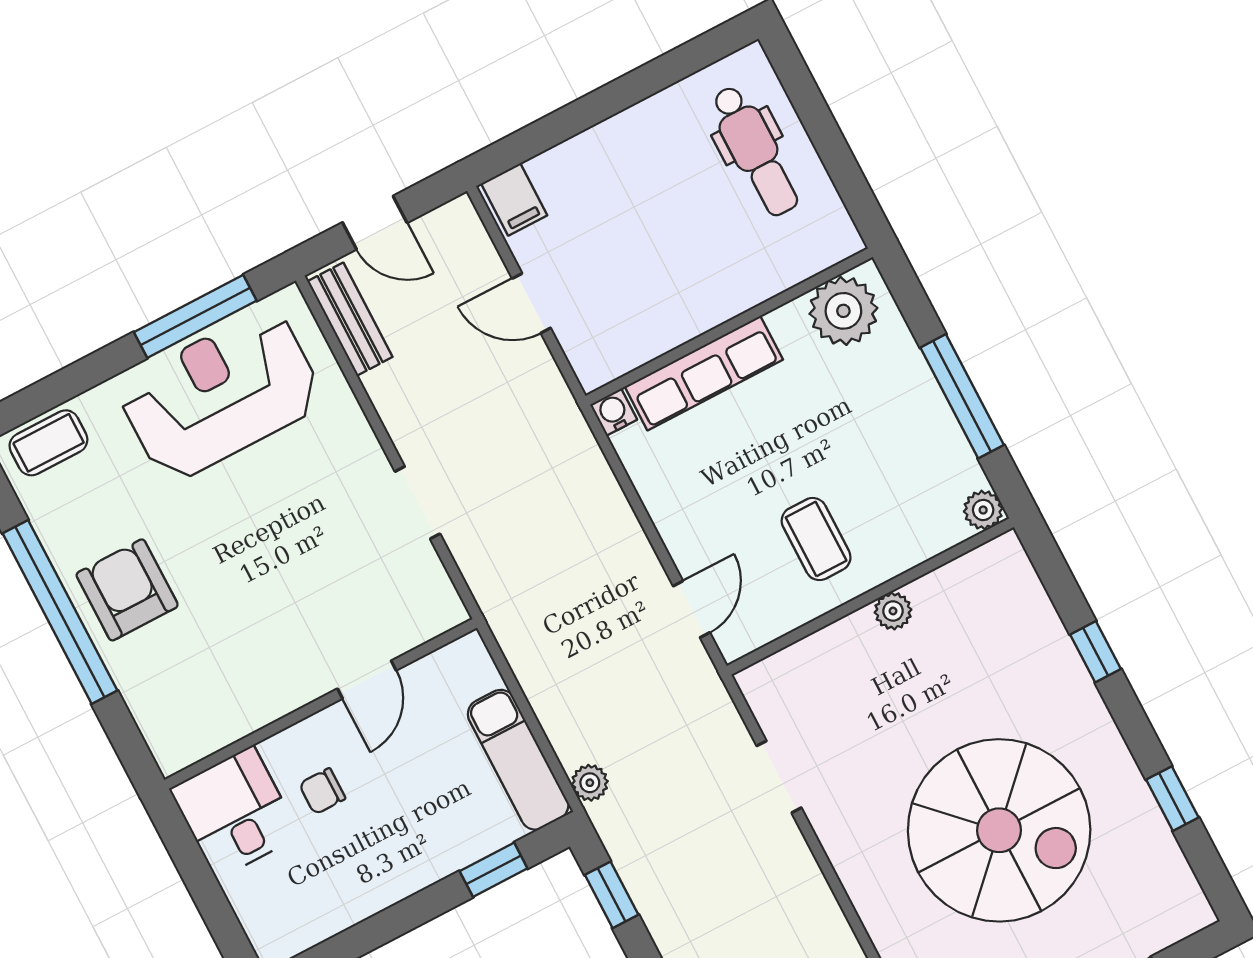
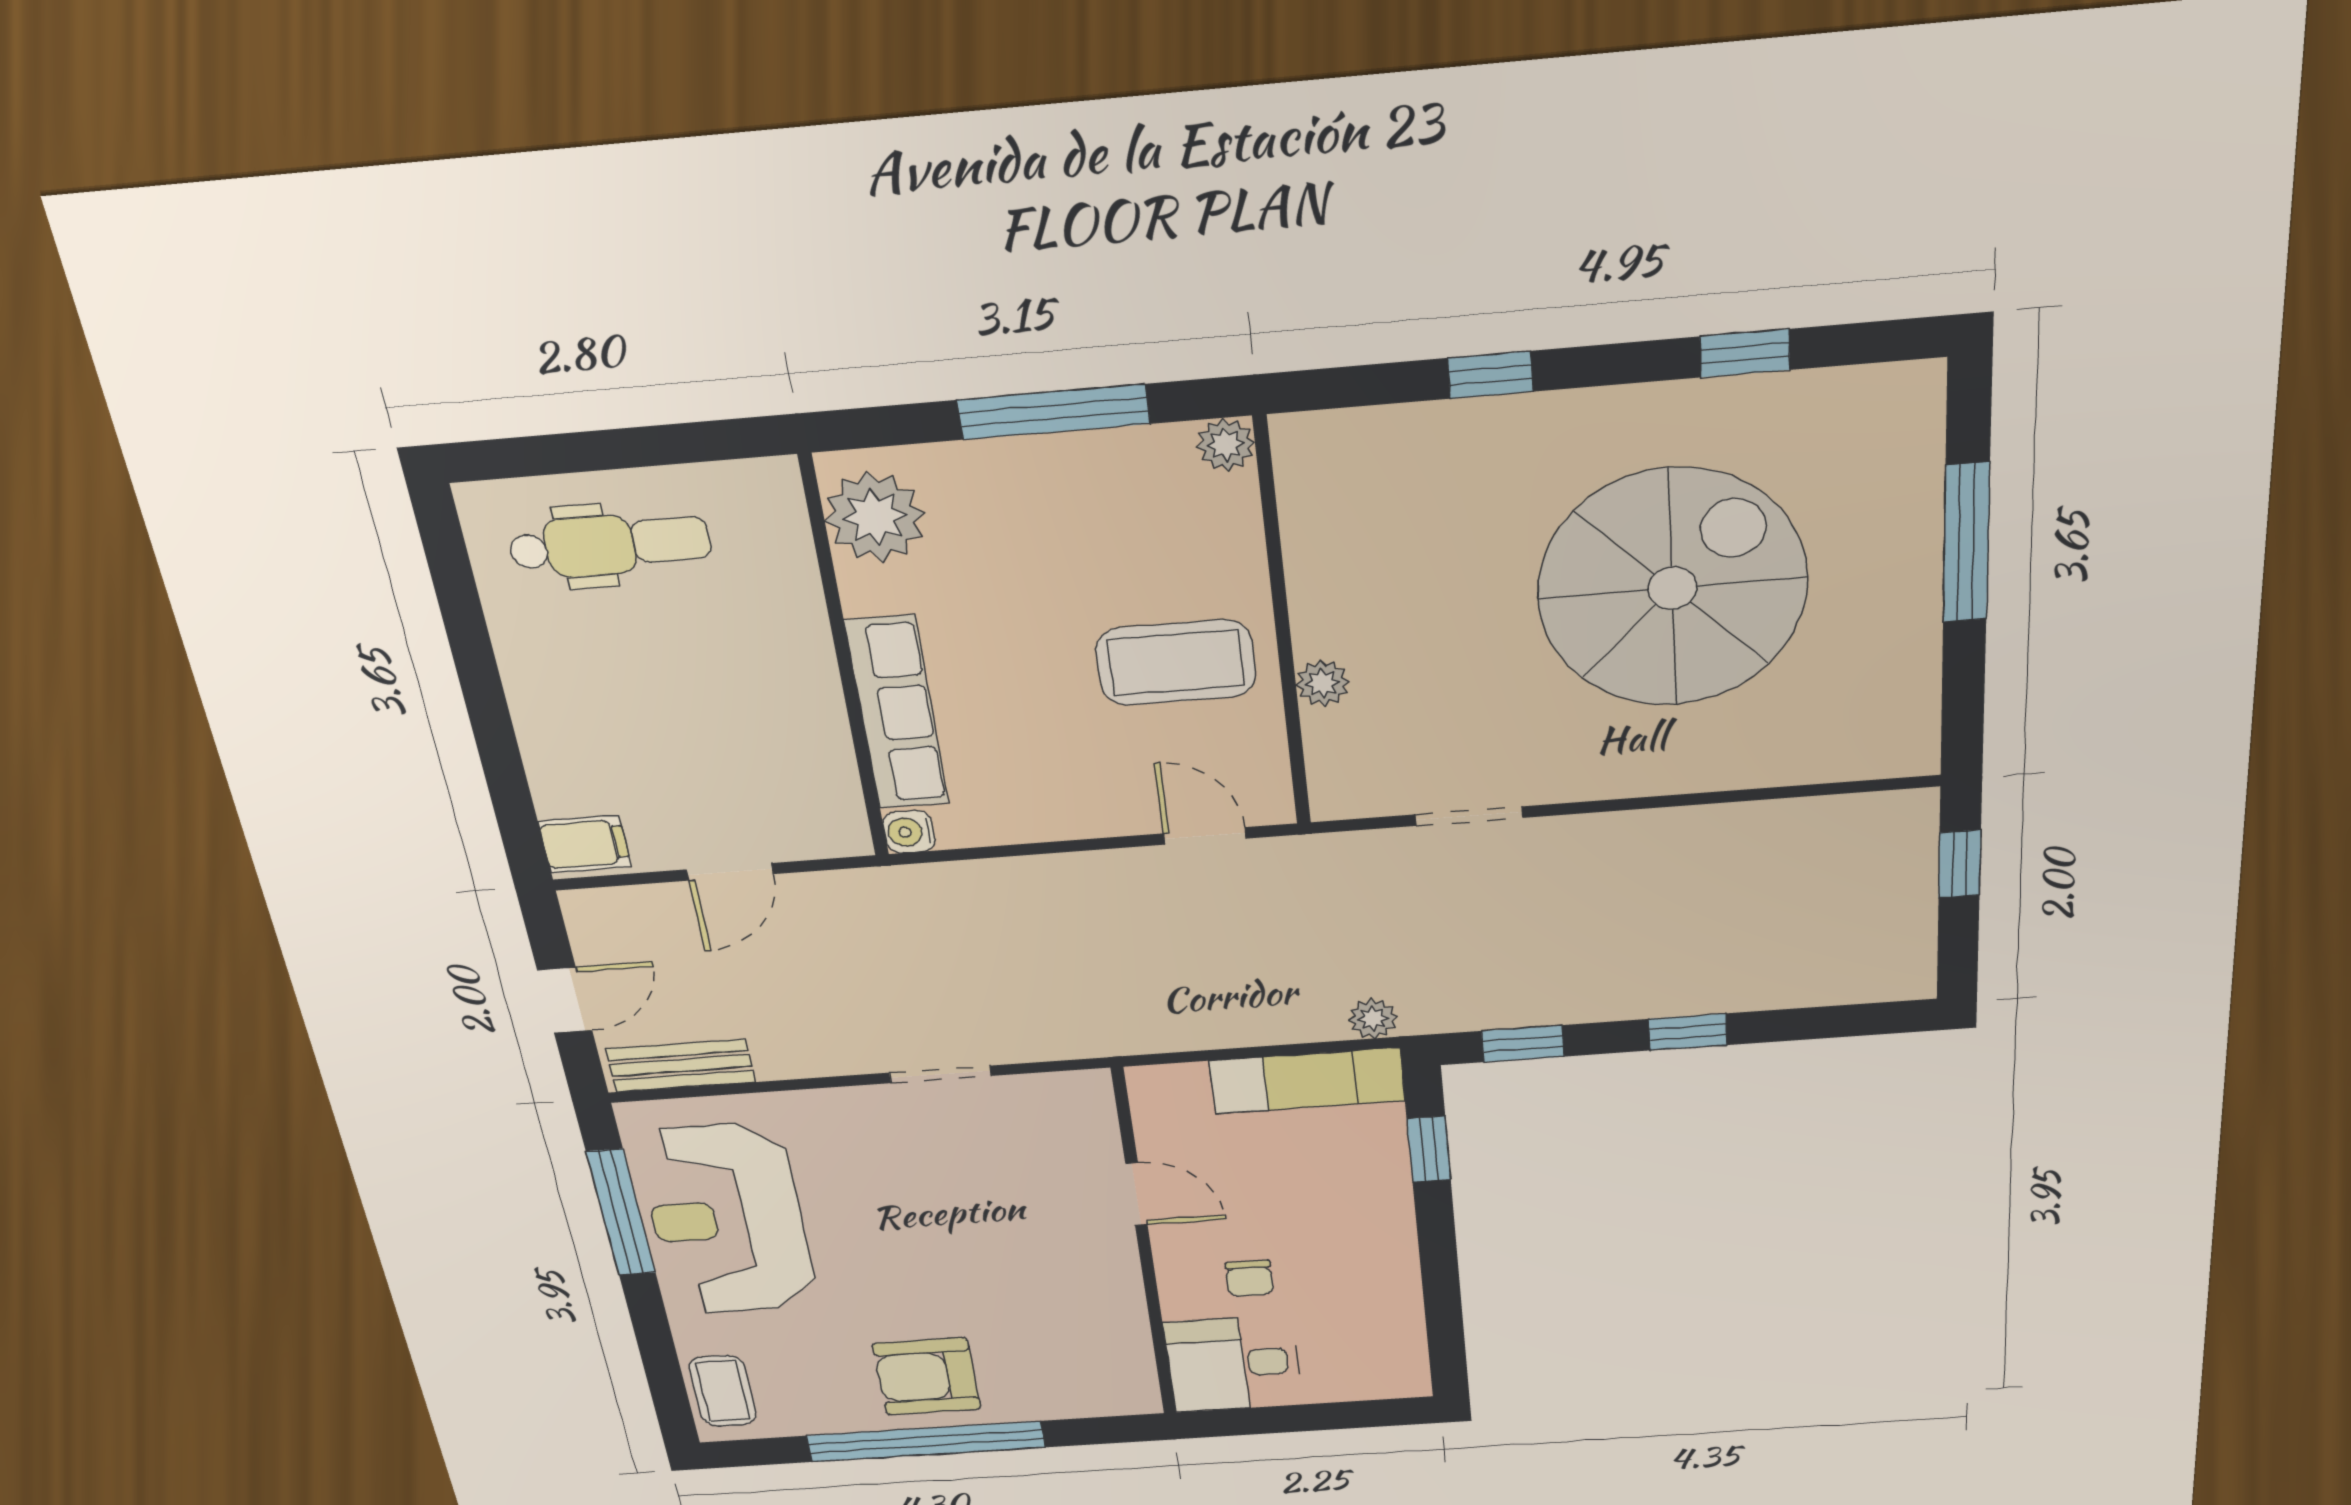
coffee table: (816, 539) -> (1176, 663), width x1.36, depth x1.30
plant: (893, 611) -> (1322, 683), moved

